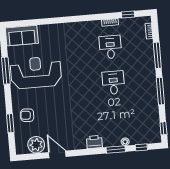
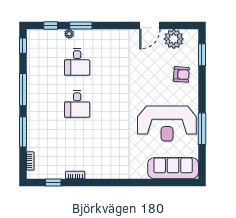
sofa: (22, 36) -> (173, 168), width x1.36
desk: (110, 47) -> (77, 62), moved
window: (10, 123) -> (202, 55), moved
printer: (94, 142) -> (105, 36), removed
door: (57, 154) -> (150, 25), hinge flipped

